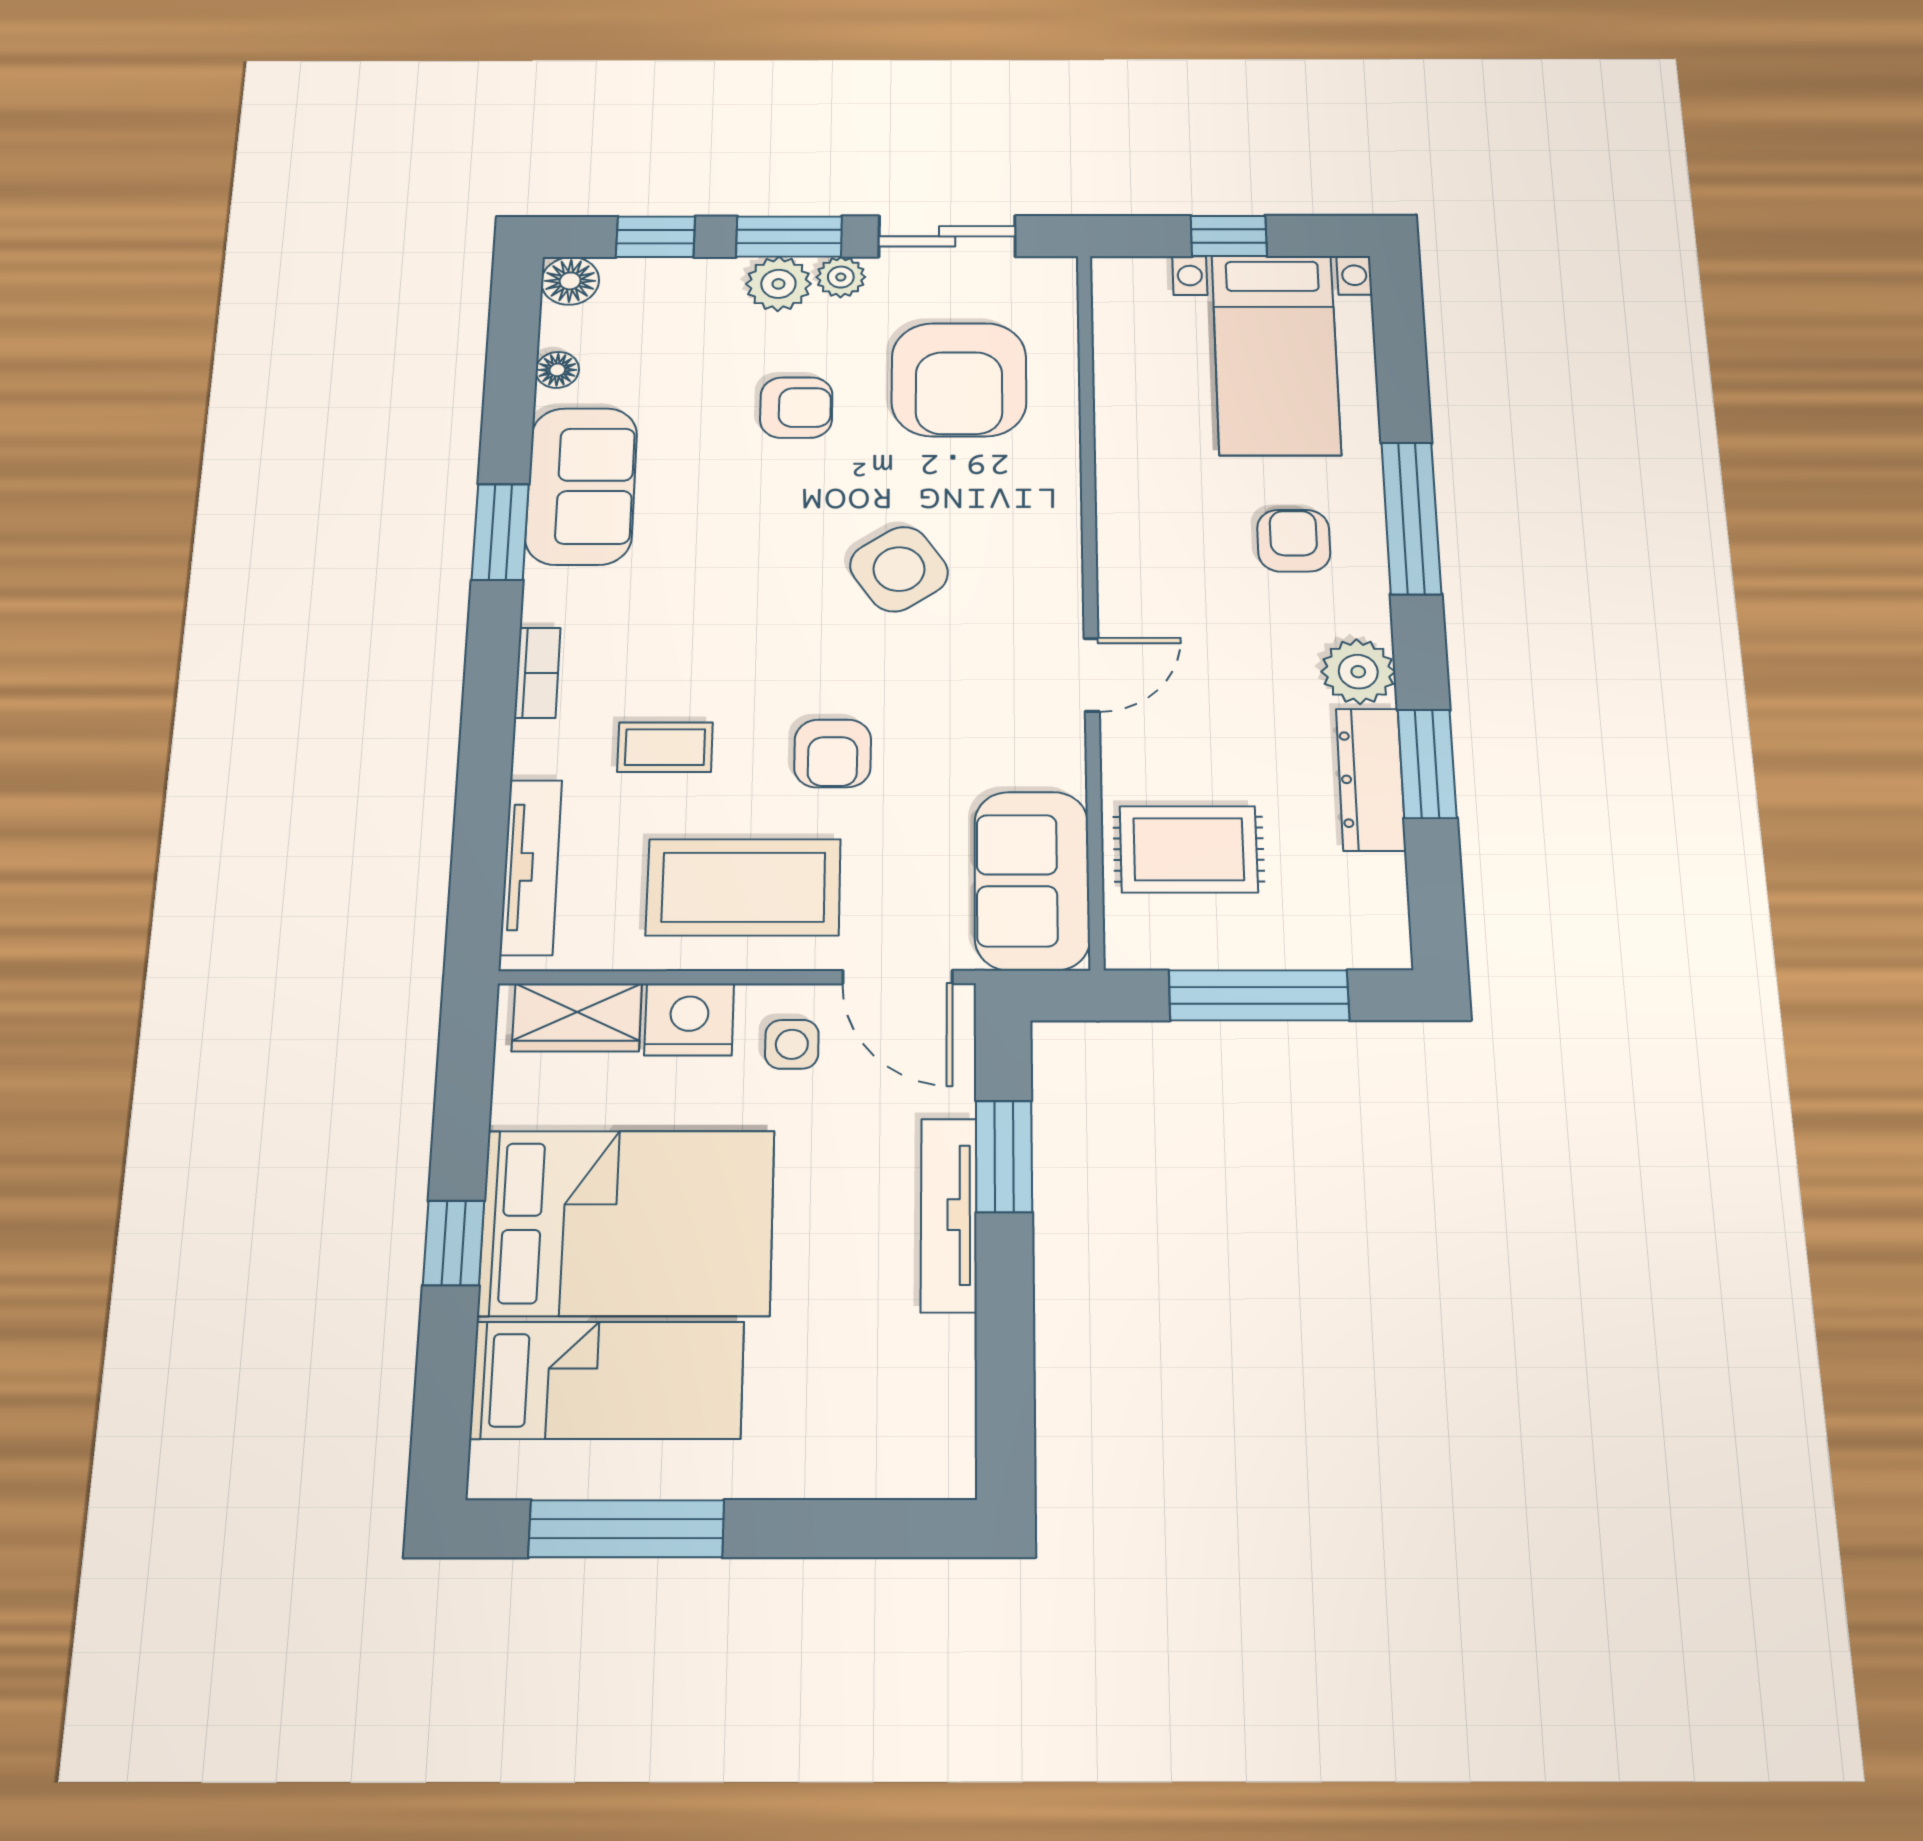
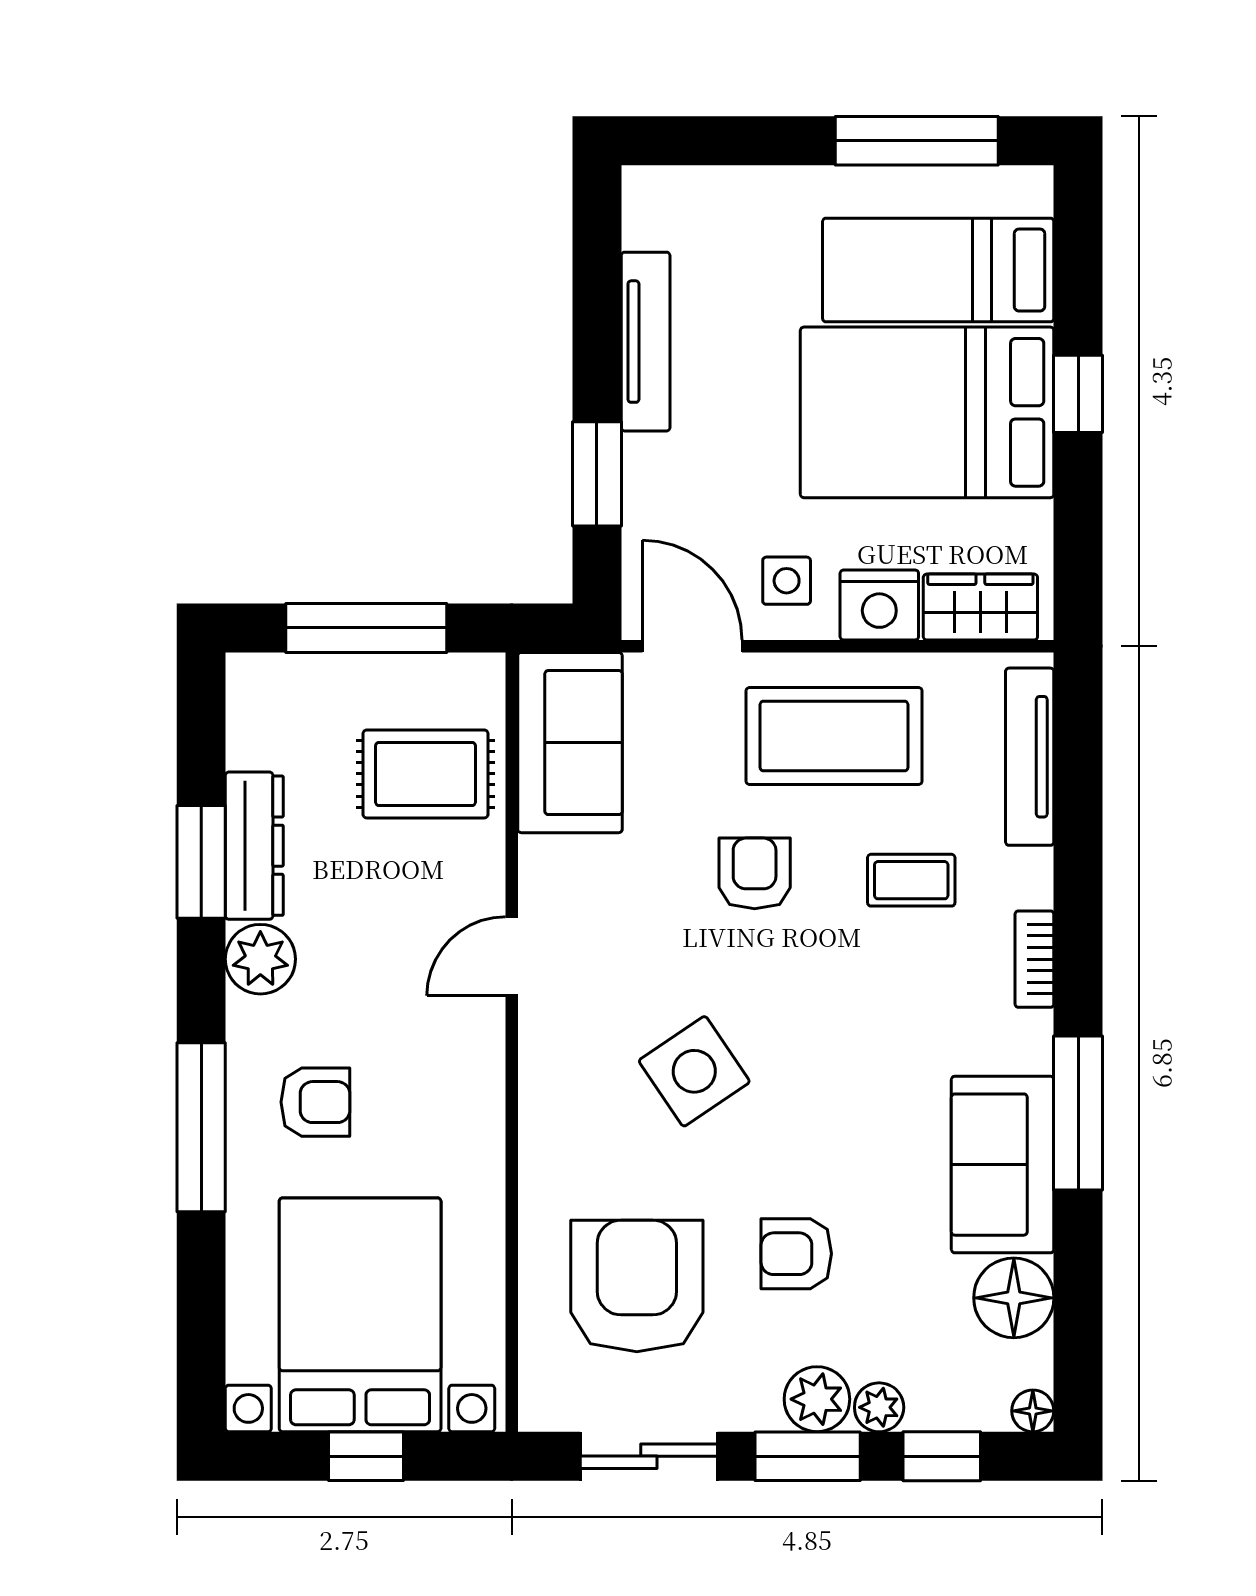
plant: (841, 277) -> (879, 1407), moved
floor lamp: (570, 281) -> (1033, 1411), width x0.73, depth x0.73
bed with nightstands: (1276, 354) -> (360, 1315), width x1.36
floor lamp: (557, 370) -> (1014, 1298), width x1.89, depth x1.89
window: (500, 532) -> (1078, 1113), width x1.44
armchair: (1294, 541) -> (315, 1102), turned -90
tv unit: (949, 1215) -> (646, 342), moved

